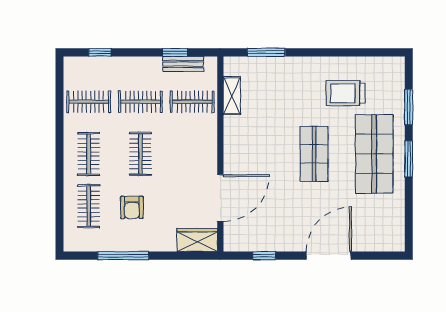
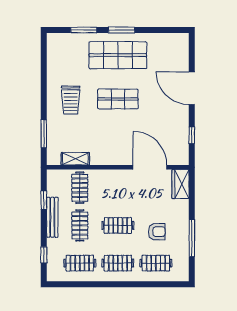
bench: (183, 64) -> (52, 217), moved, width x1.36
trolley: (346, 93) -> (71, 100), moved
clothes rail: (89, 102) -> (80, 263), turned 90

